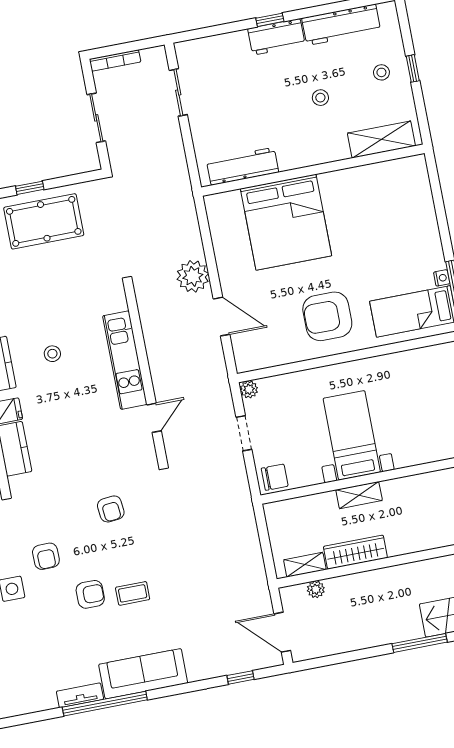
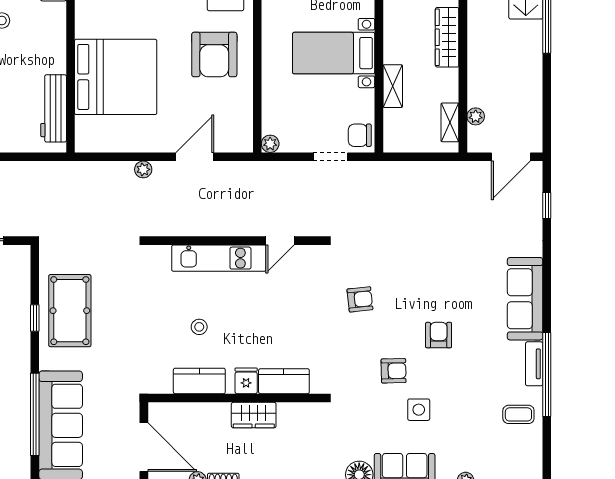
plant: (193, 276) -> (143, 169), width x0.53, depth x0.53
door: (154, 418) -> (280, 241), swing flipped
doorway: (244, 433) -> (330, 157), moved
chair: (275, 477) -> (360, 135), turned -90
shelving: (359, 495) -> (393, 86), moved
wardrobe: (355, 552) -> (447, 37), moved
coffee table: (133, 593) -> (518, 414), moved, turned 90
window: (105, 704) -> (547, 375), moved

